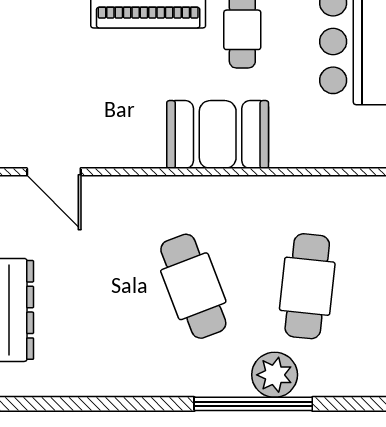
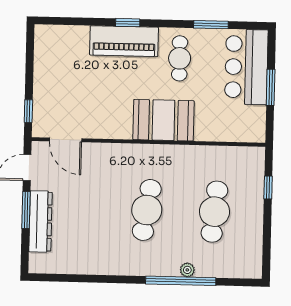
cafe table: (193, 286) -> (147, 210), turned 30
plant: (275, 375) -> (187, 270), width x0.53, depth x0.53

